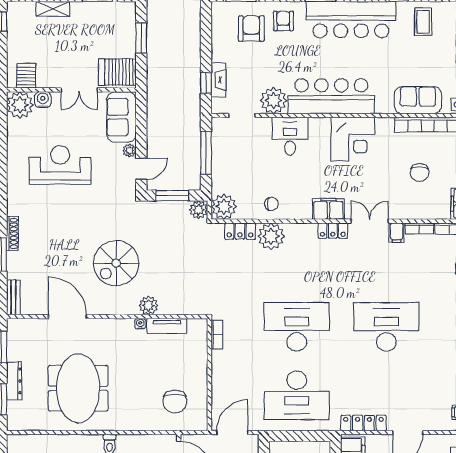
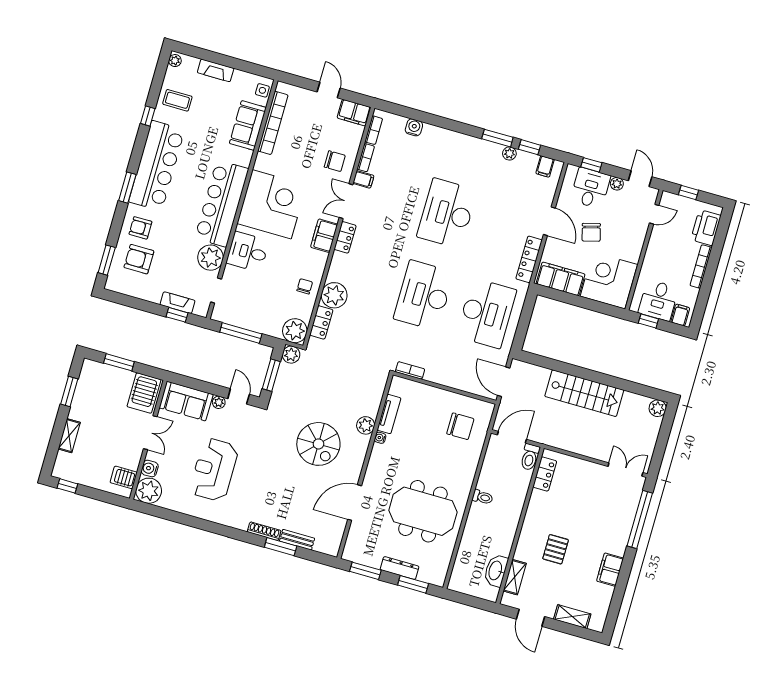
corner desk: (353, 139) -> (272, 204), width x1.36, depth x1.36
chair: (420, 173) -> (335, 161), moved
bench: (13, 297) -> (297, 540), moved

